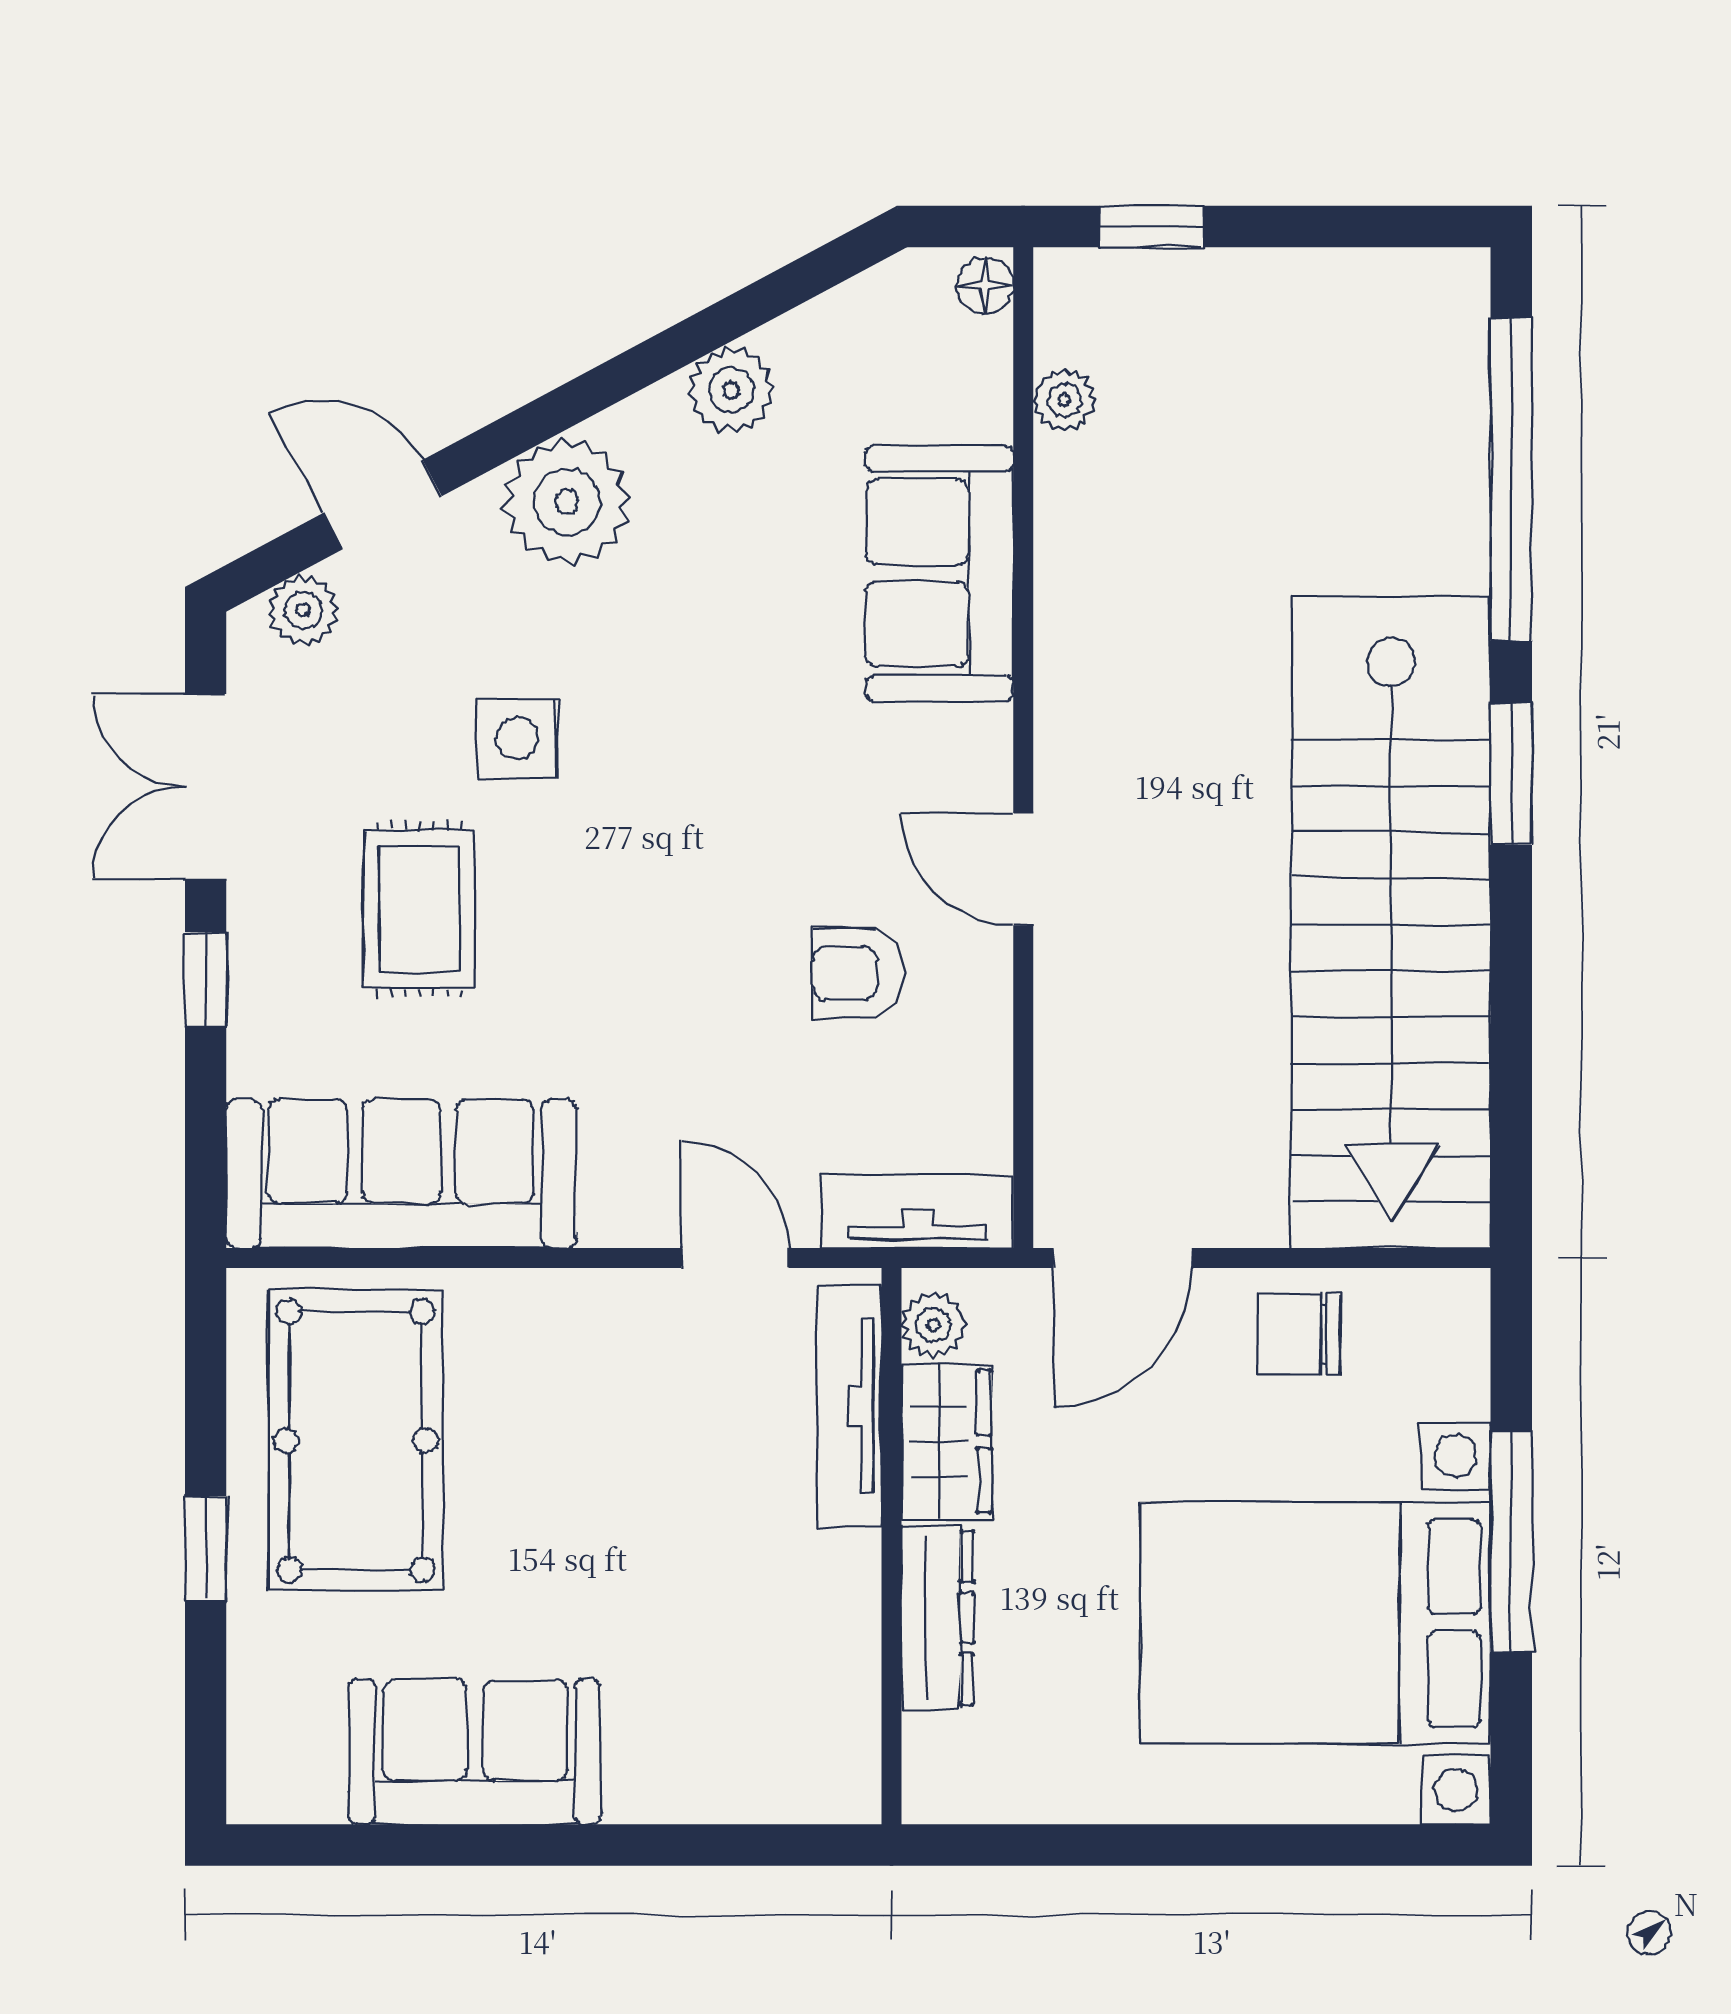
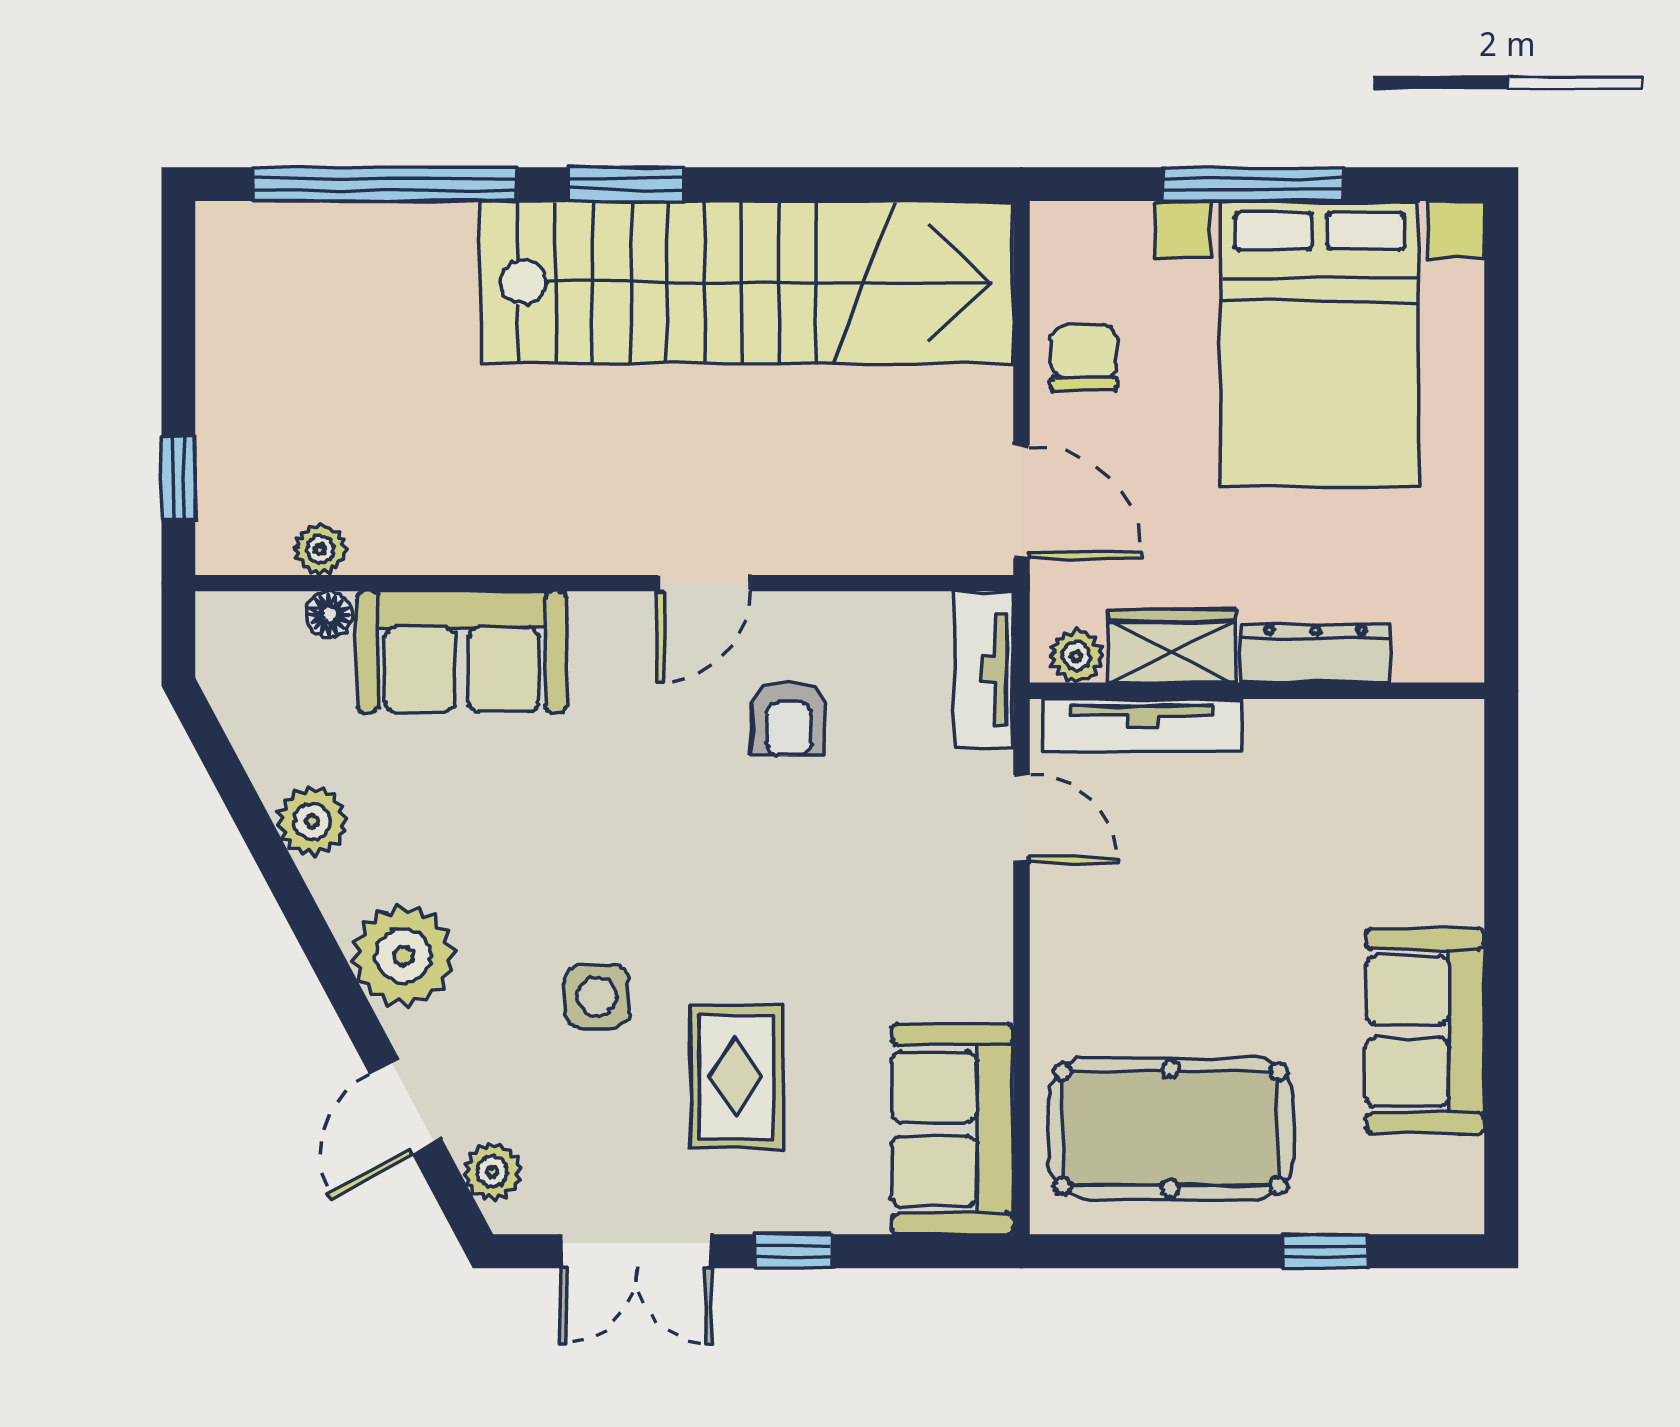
floor lamp: (985, 286) -> (329, 614), moved
rug: (419, 909) -> (736, 1077), turned 90
sofa: (401, 1174) -> (953, 1129), width x0.73
door: (735, 1258) -> (1021, 819), swing flipped
chair: (1299, 1334) -> (1084, 357), turned 180
window: (206, 1548) -> (1324, 1251), moved

